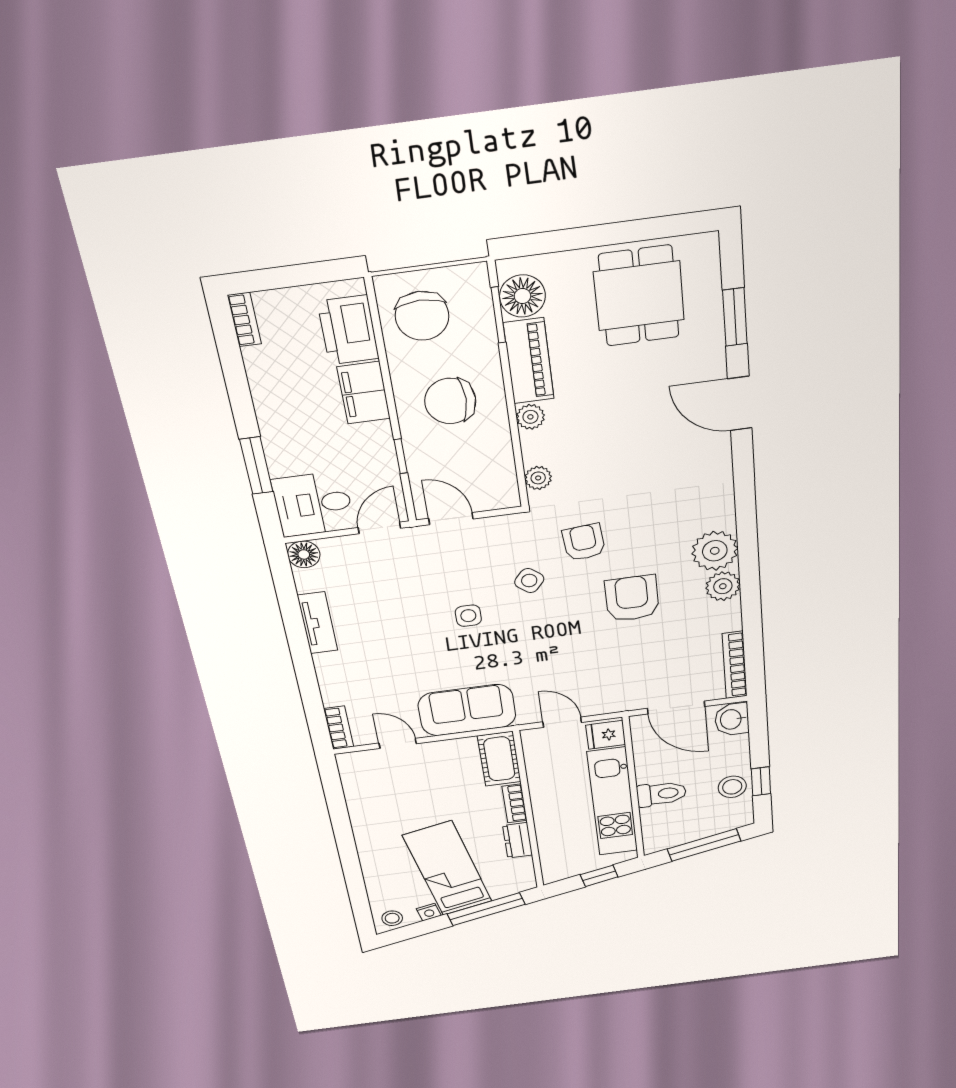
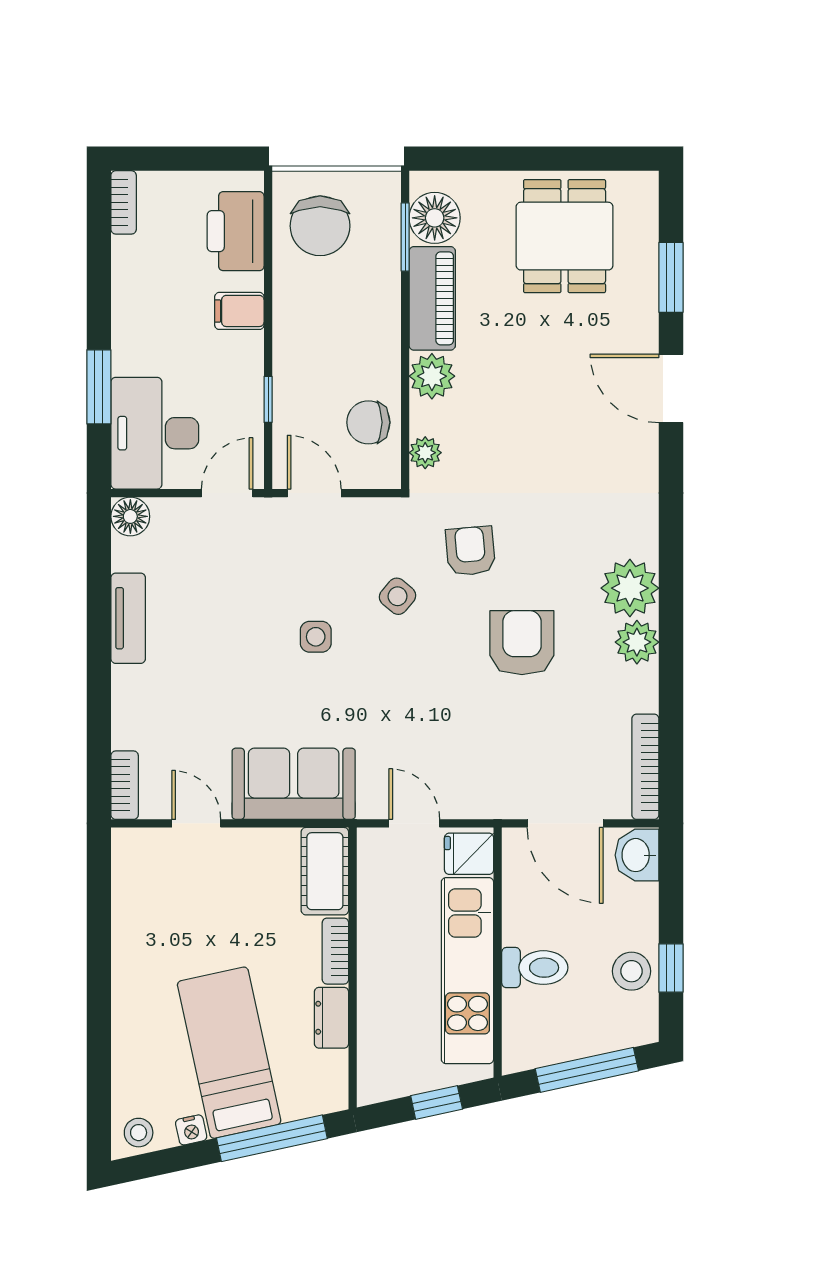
filing cabinet: (364, 393) -> (239, 311), width x0.50
chair: (450, 401) -> (368, 422), moved, width x0.73, depth x0.73
plant: (530, 417) -> (432, 376), width x1.38, depth x1.38
desk: (313, 504) -> (155, 433), width x1.37

